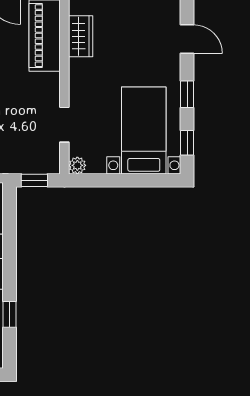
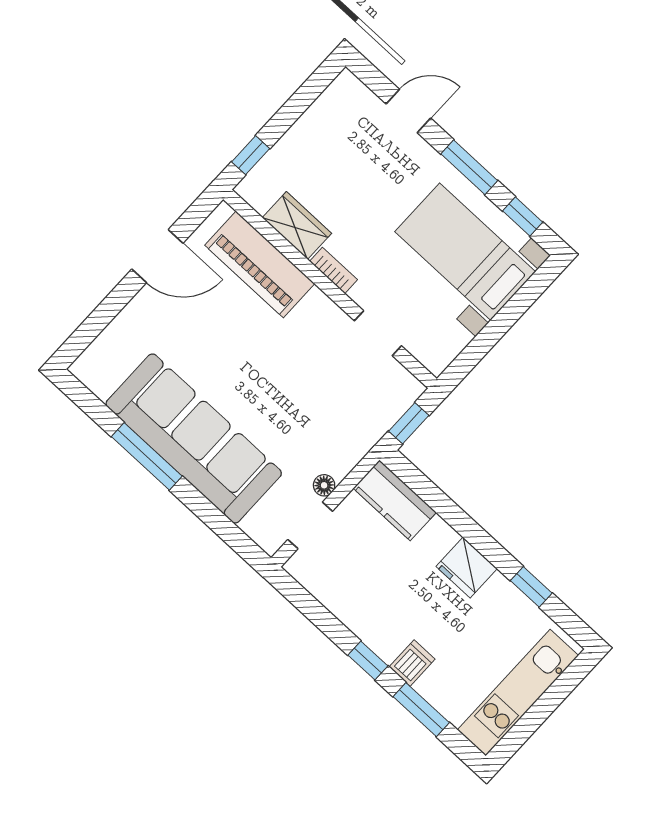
bookcase: (75, 74) -> (333, 270), added
window: (187, 94) -> (469, 167), width x1.50
plant: (77, 165) -> (436, 361), removed

